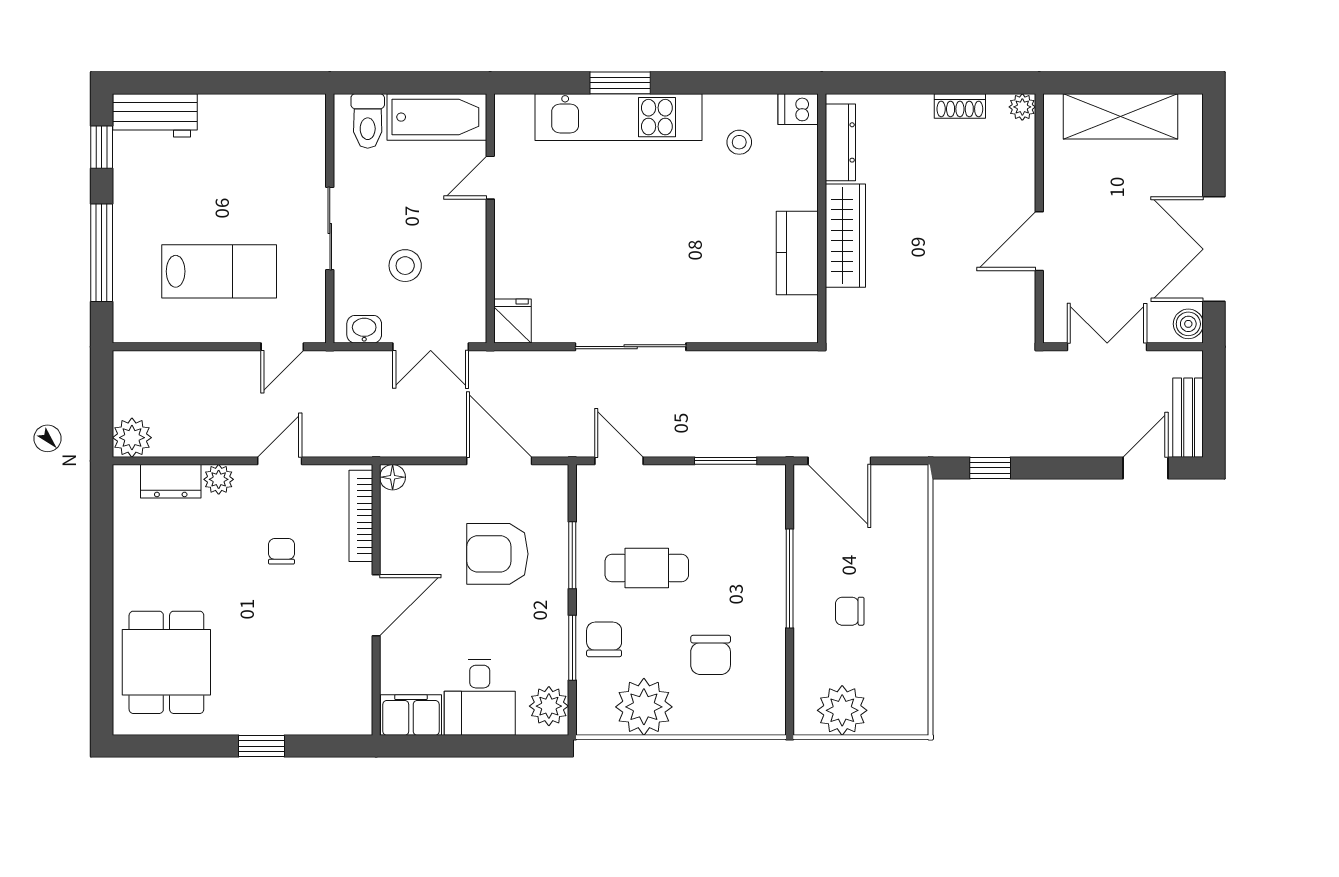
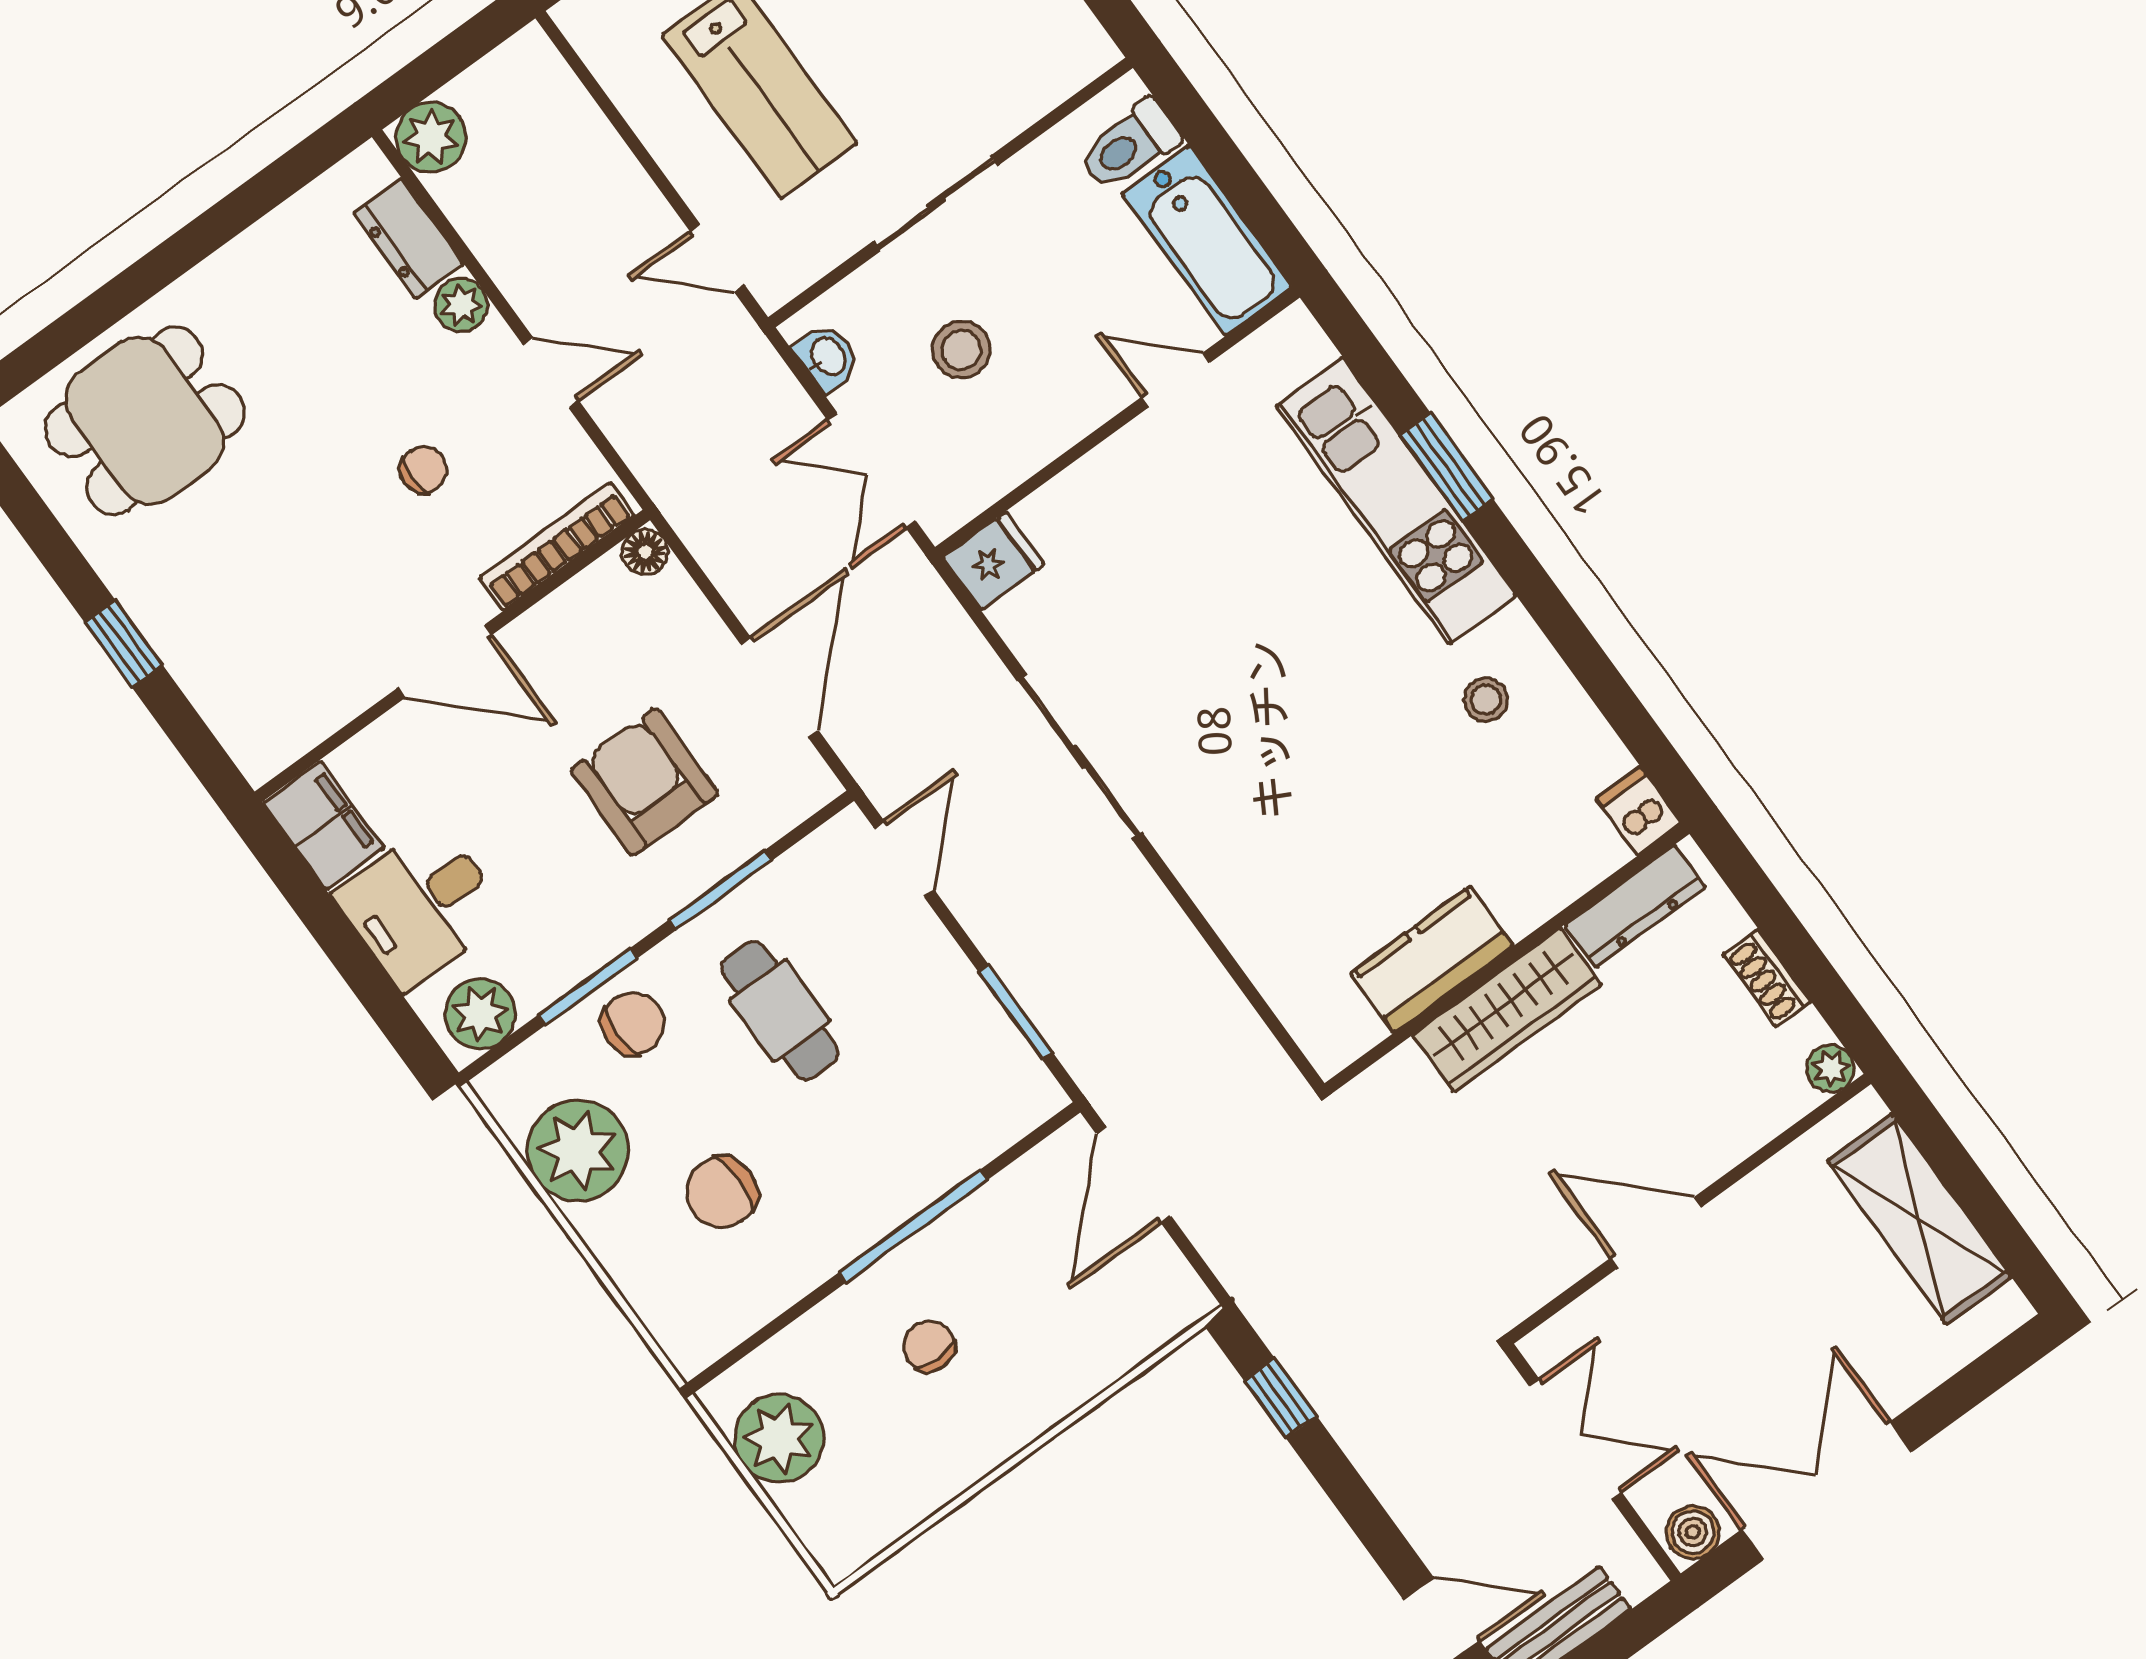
dishwasher: (798, 109) -> (1639, 811), moved
dresser: (840, 142) -> (1635, 906), moved
wall: (822, 218) -> (1507, 958), moved
wardrobe: (845, 236) -> (1507, 1010), moved
kitchen counter: (797, 253) -> (1432, 959), moved

